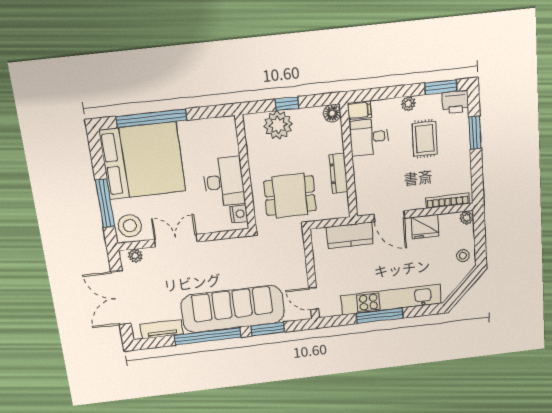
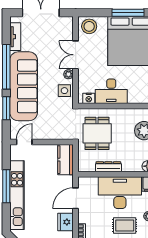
desk: (369, 137) -> (120, 193), width x1.87, depth x1.30
window: (105, 203) -> (128, 13), moved
kitchen counter: (350, 235) -> (66, 160), moved
double door: (176, 241) -> (76, 55), swing flipped
side table: (232, 251) -> (64, 91), added
plant: (135, 256) -> (69, 74), moved

